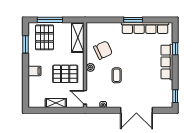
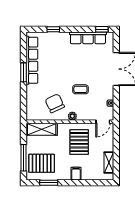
row of seats: (167, 62) -> (88, 38), moved
shelving: (56, 103) -> (109, 162), moved

